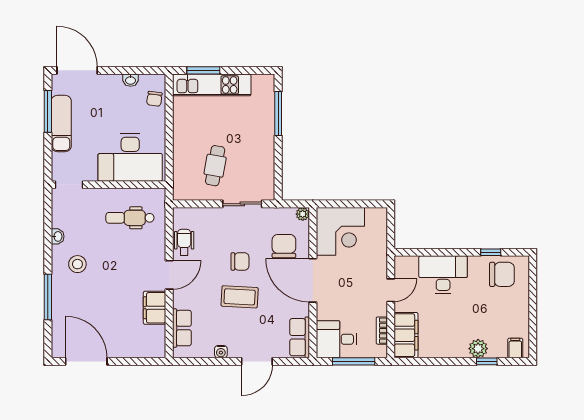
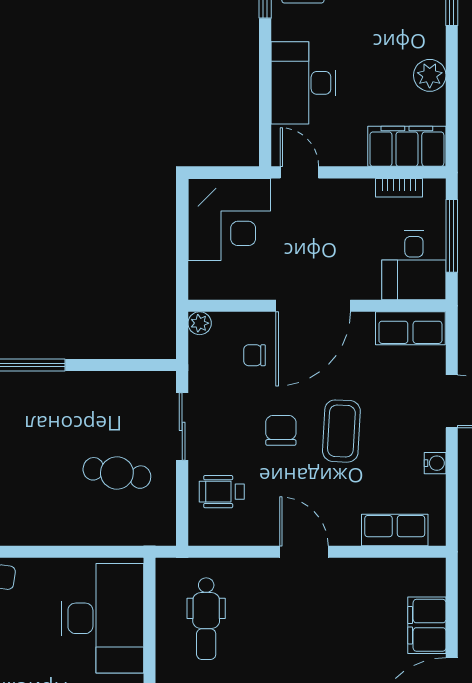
corner desk: (340, 231) -> (229, 219), moved, turned 90
wheelchair: (184, 242) -> (222, 492), moved
chair: (284, 246) -> (254, 355), width x0.54, depth x0.54
door: (391, 290) -> (299, 172), moved
filing cabinet: (155, 308) -> (427, 625), moved, turned 90
plant: (478, 349) -> (430, 75), moved

